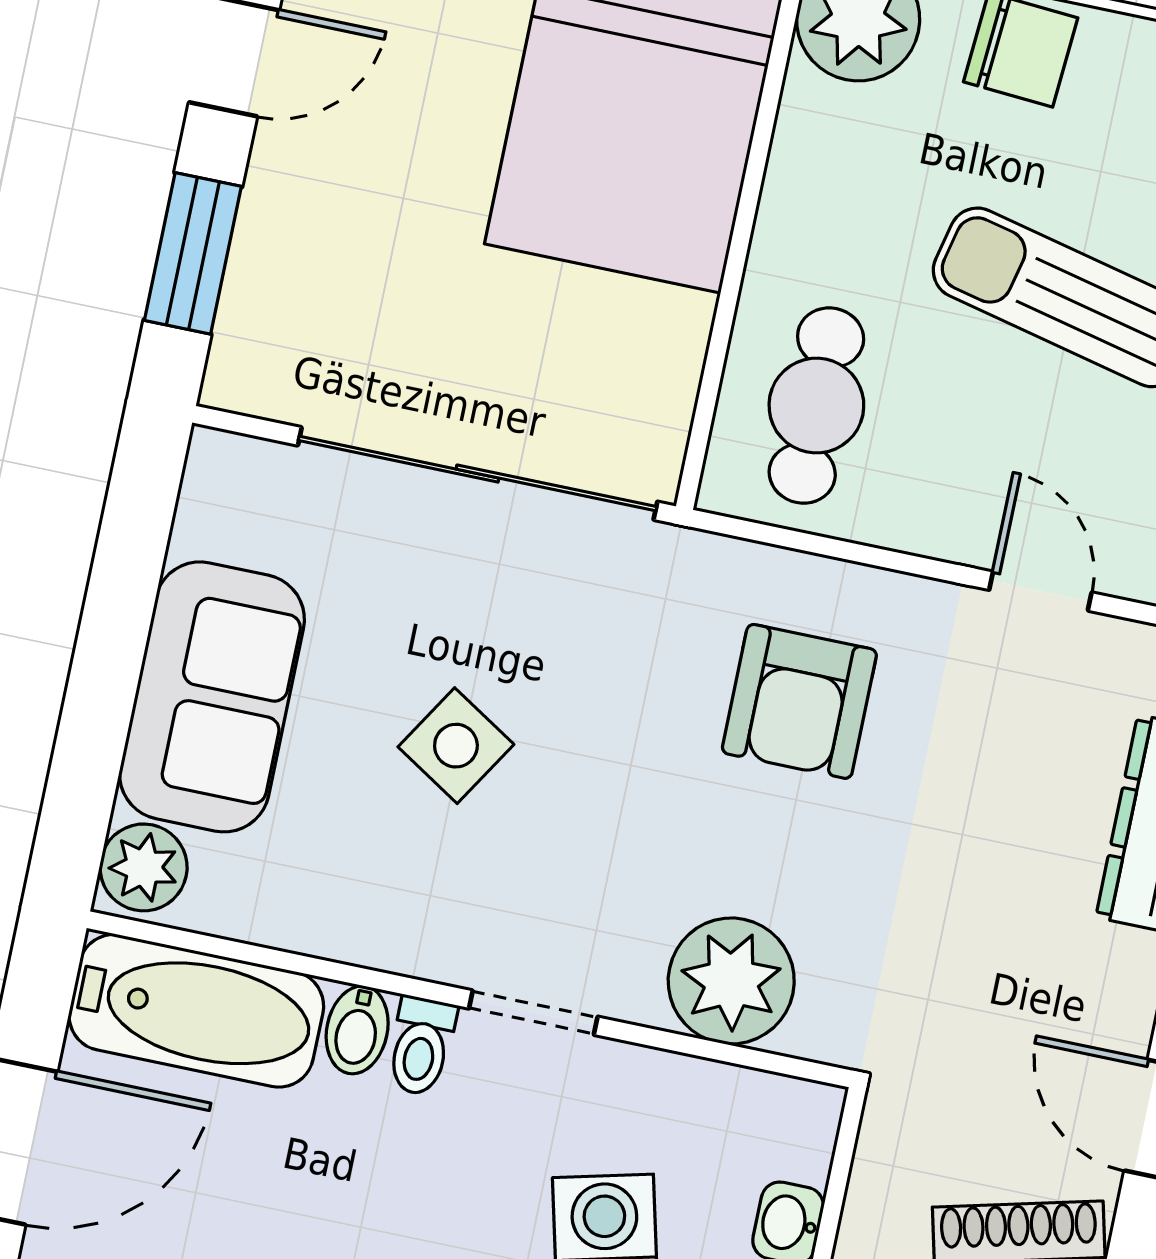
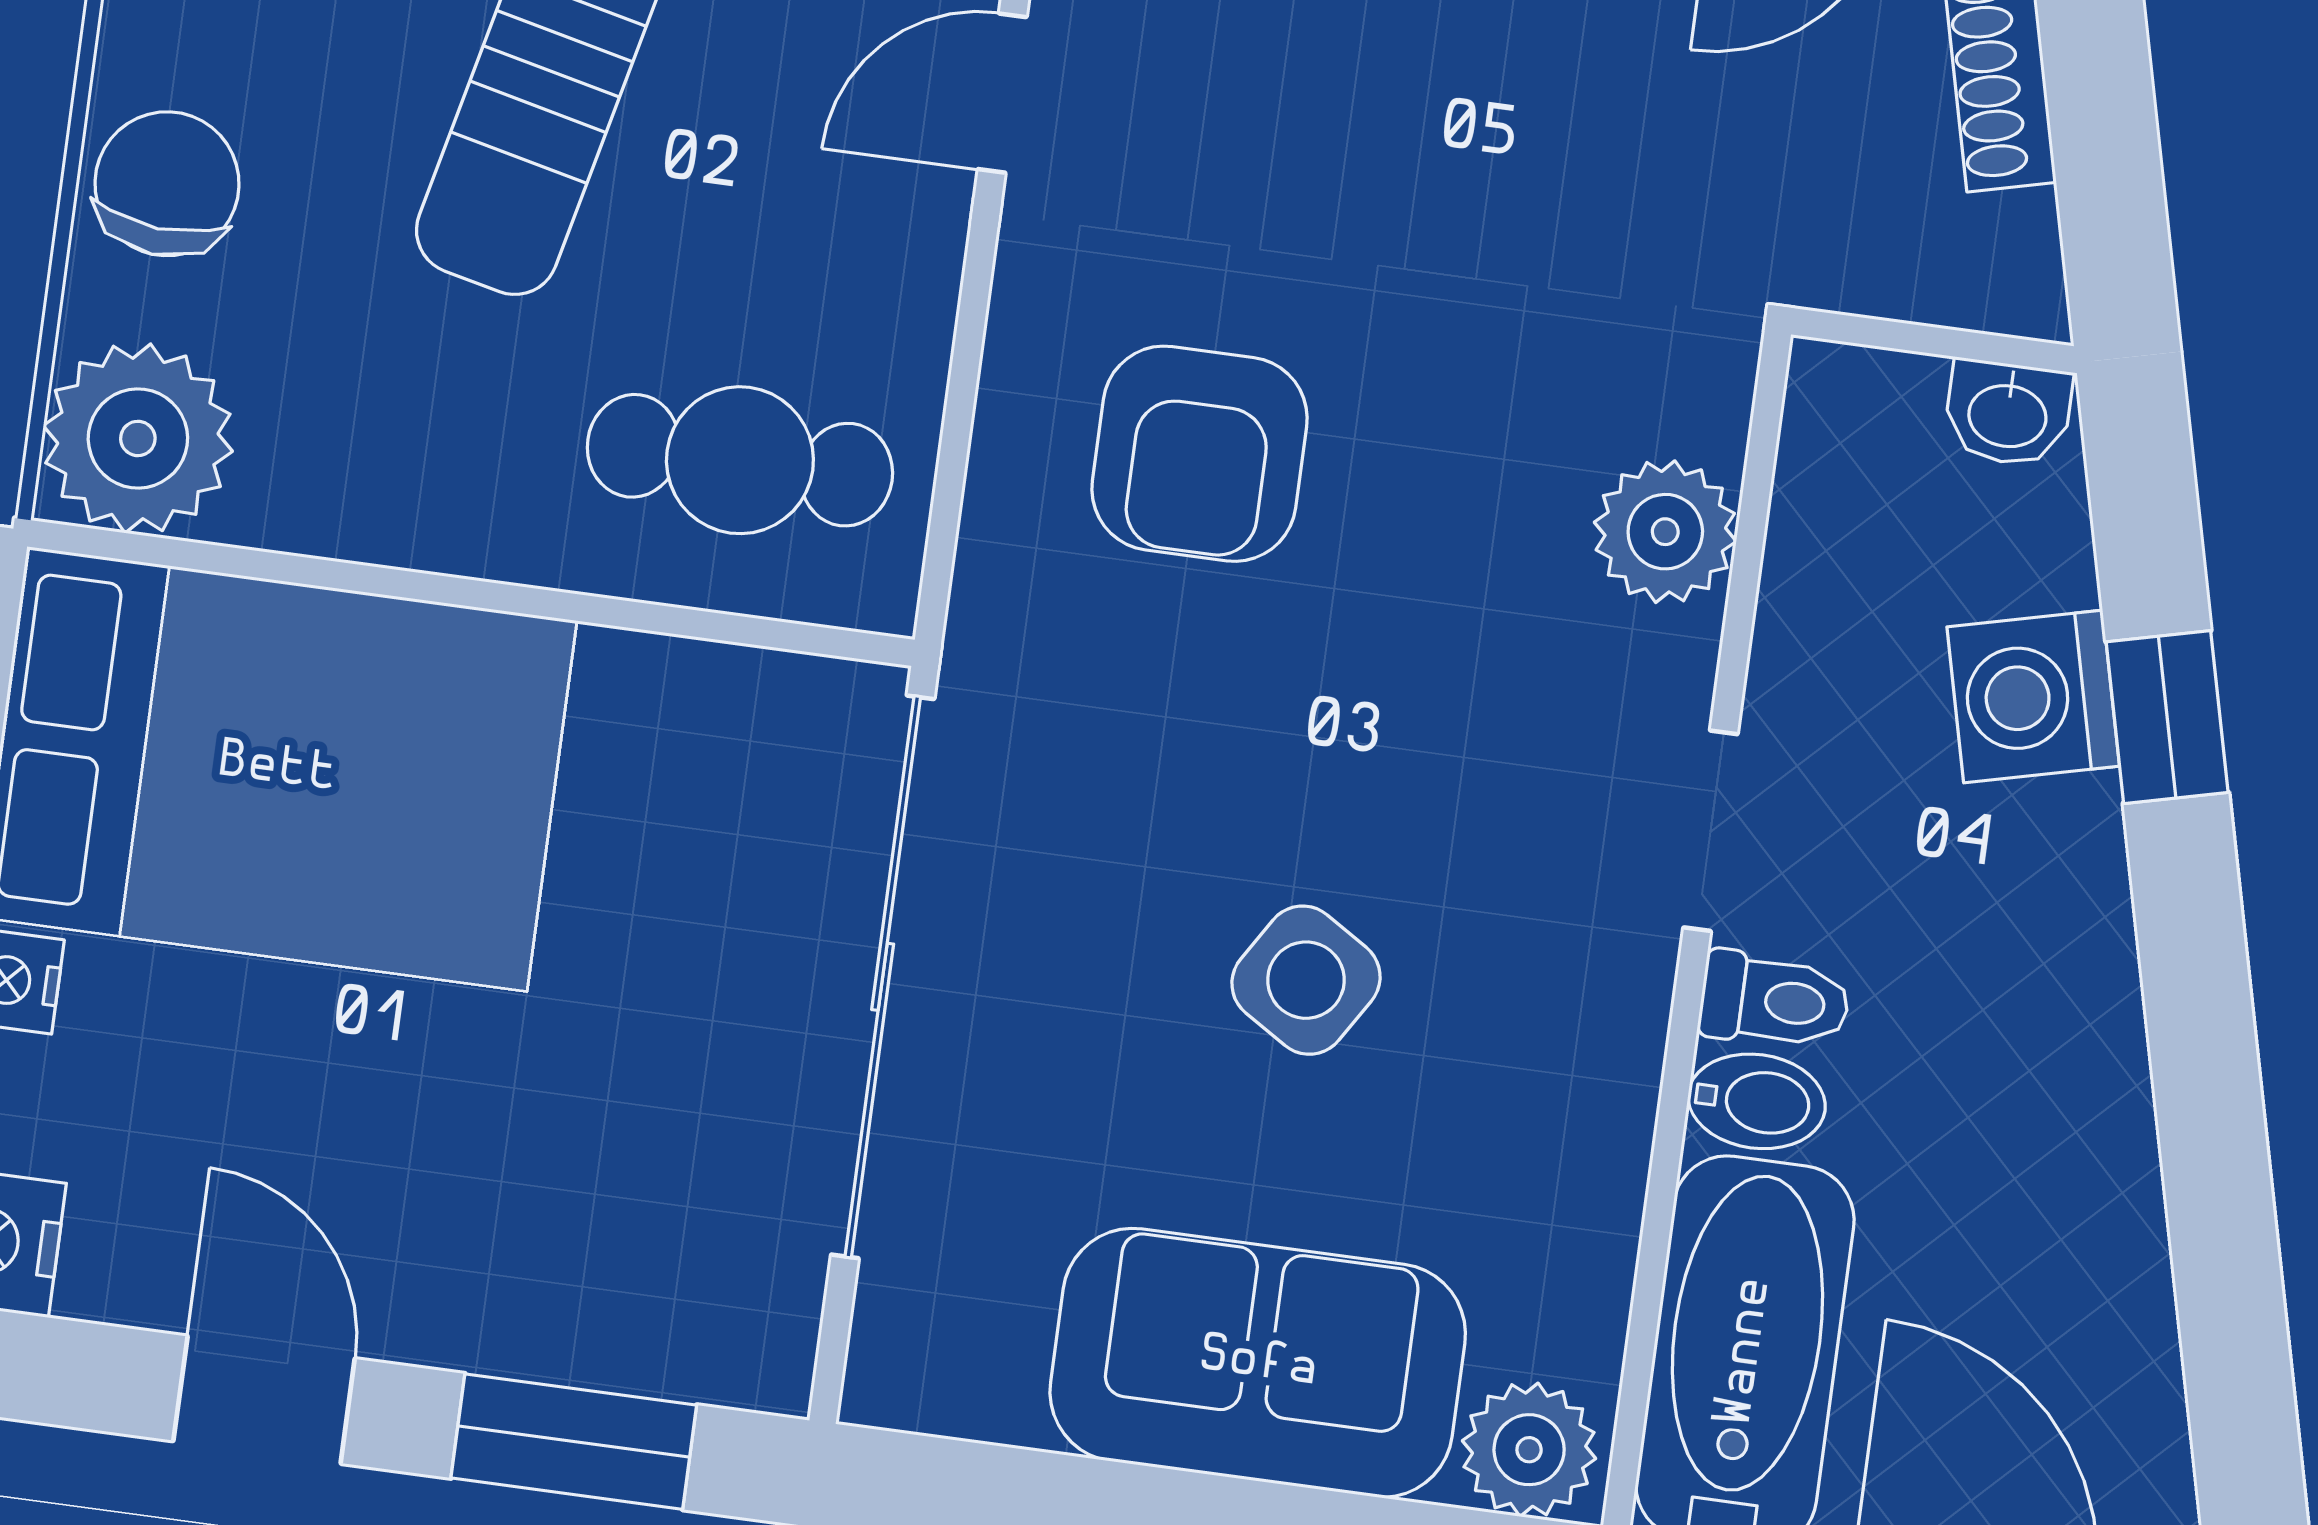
armchair: (799, 701) -> (1199, 454), turned 90
plant: (731, 981) -> (1665, 532), width x0.73, depth x0.73

